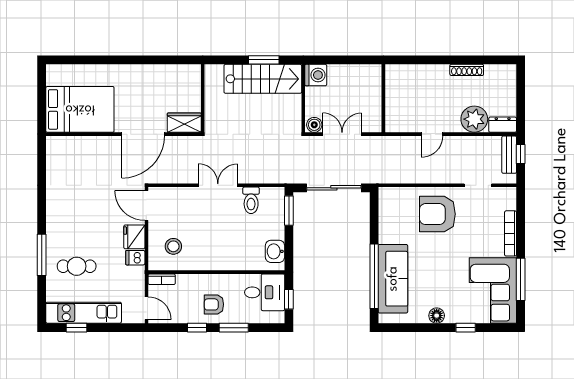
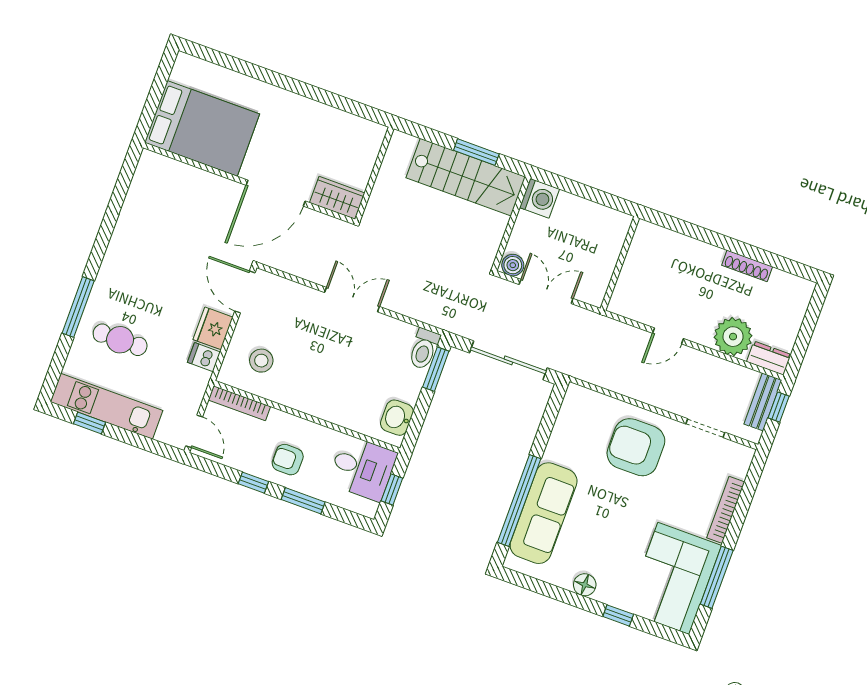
toilet: (251, 200) -> (424, 349), moved
bookcase: (162, 279) -> (239, 403), width x1.56

